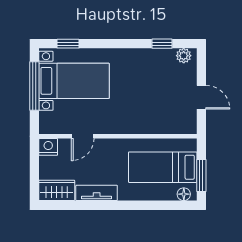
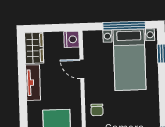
chair: (130, 120) -> (97, 110), added

